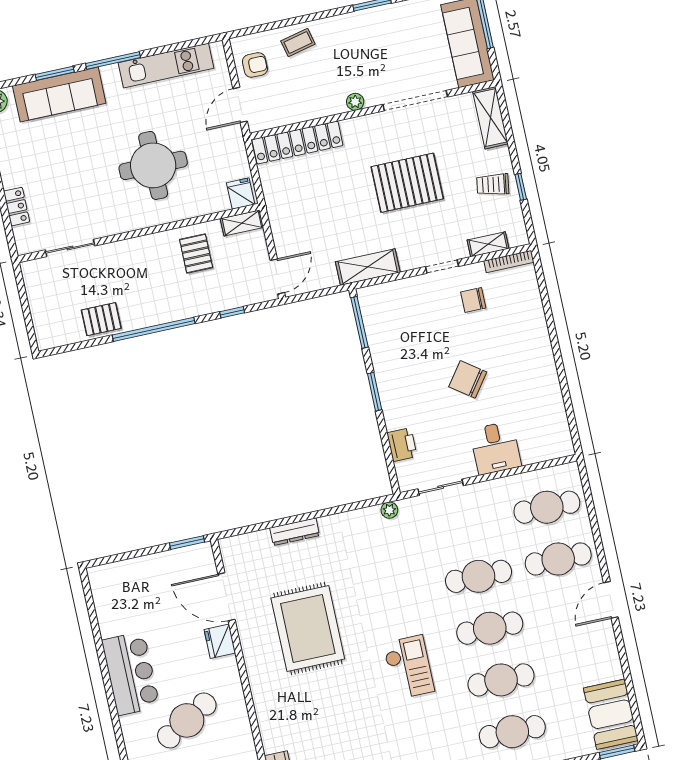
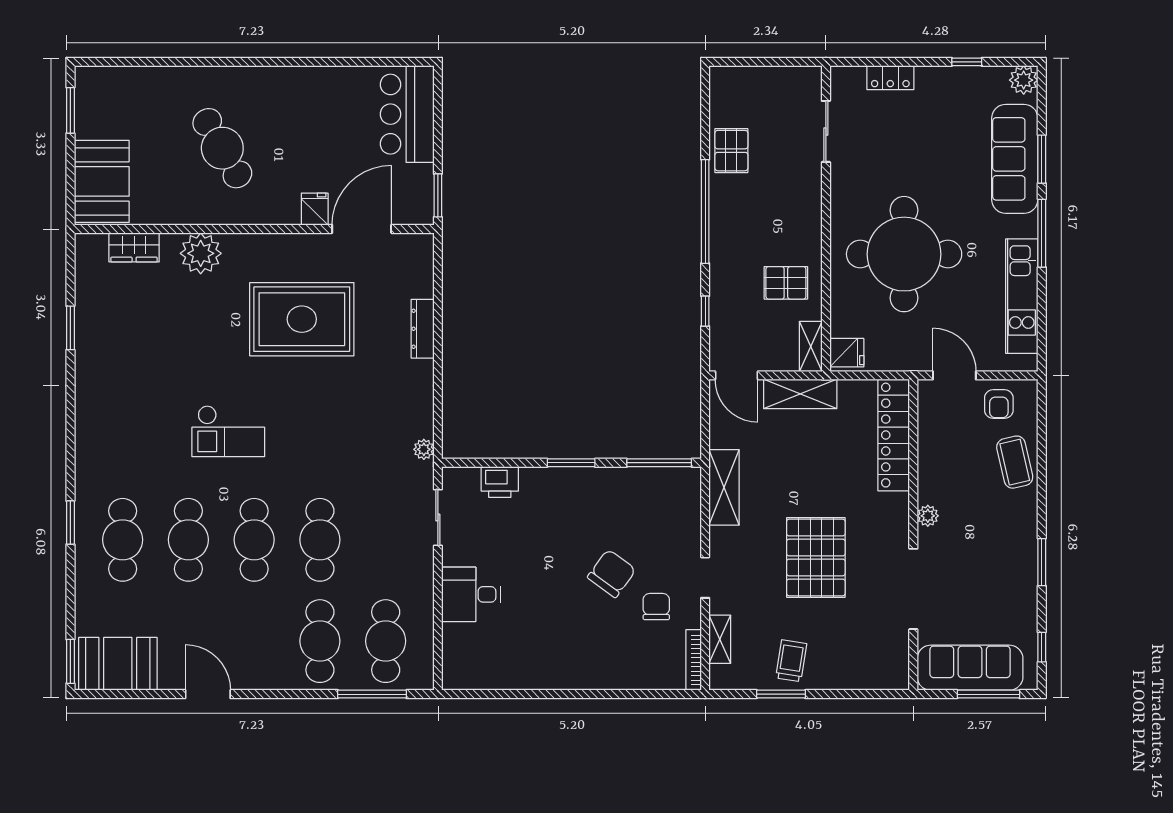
coffee table: (298, 43) -> (1015, 462), width x1.36, depth x1.30
shelving: (490, 118) -> (800, 394), moved
round table: (153, 165) -> (904, 254), width x1.36, depth x1.36
window: (521, 187) -> (781, 694), width x1.50
chair: (468, 379) -> (612, 573), moved
window: (591, 509) -> (372, 694), added
door: (611, 600) -> (208, 694), moved
fridge: (220, 641) -> (315, 209), width x0.72
bar counter: (131, 673) -> (407, 114), moved, turned 90
plant: (273, 719) -> (201, 253), added

